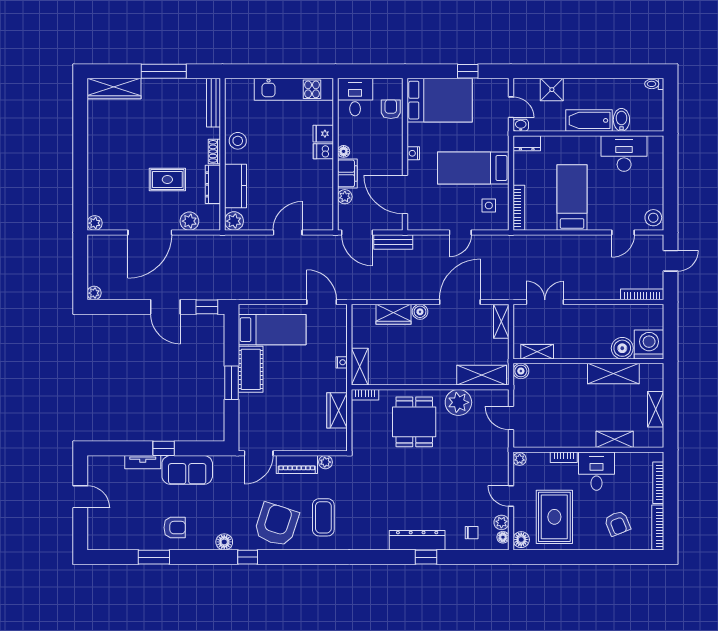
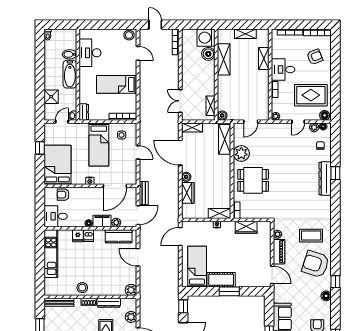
kitchen counter: (235, 186) -> (119, 236), moved, turned 180

